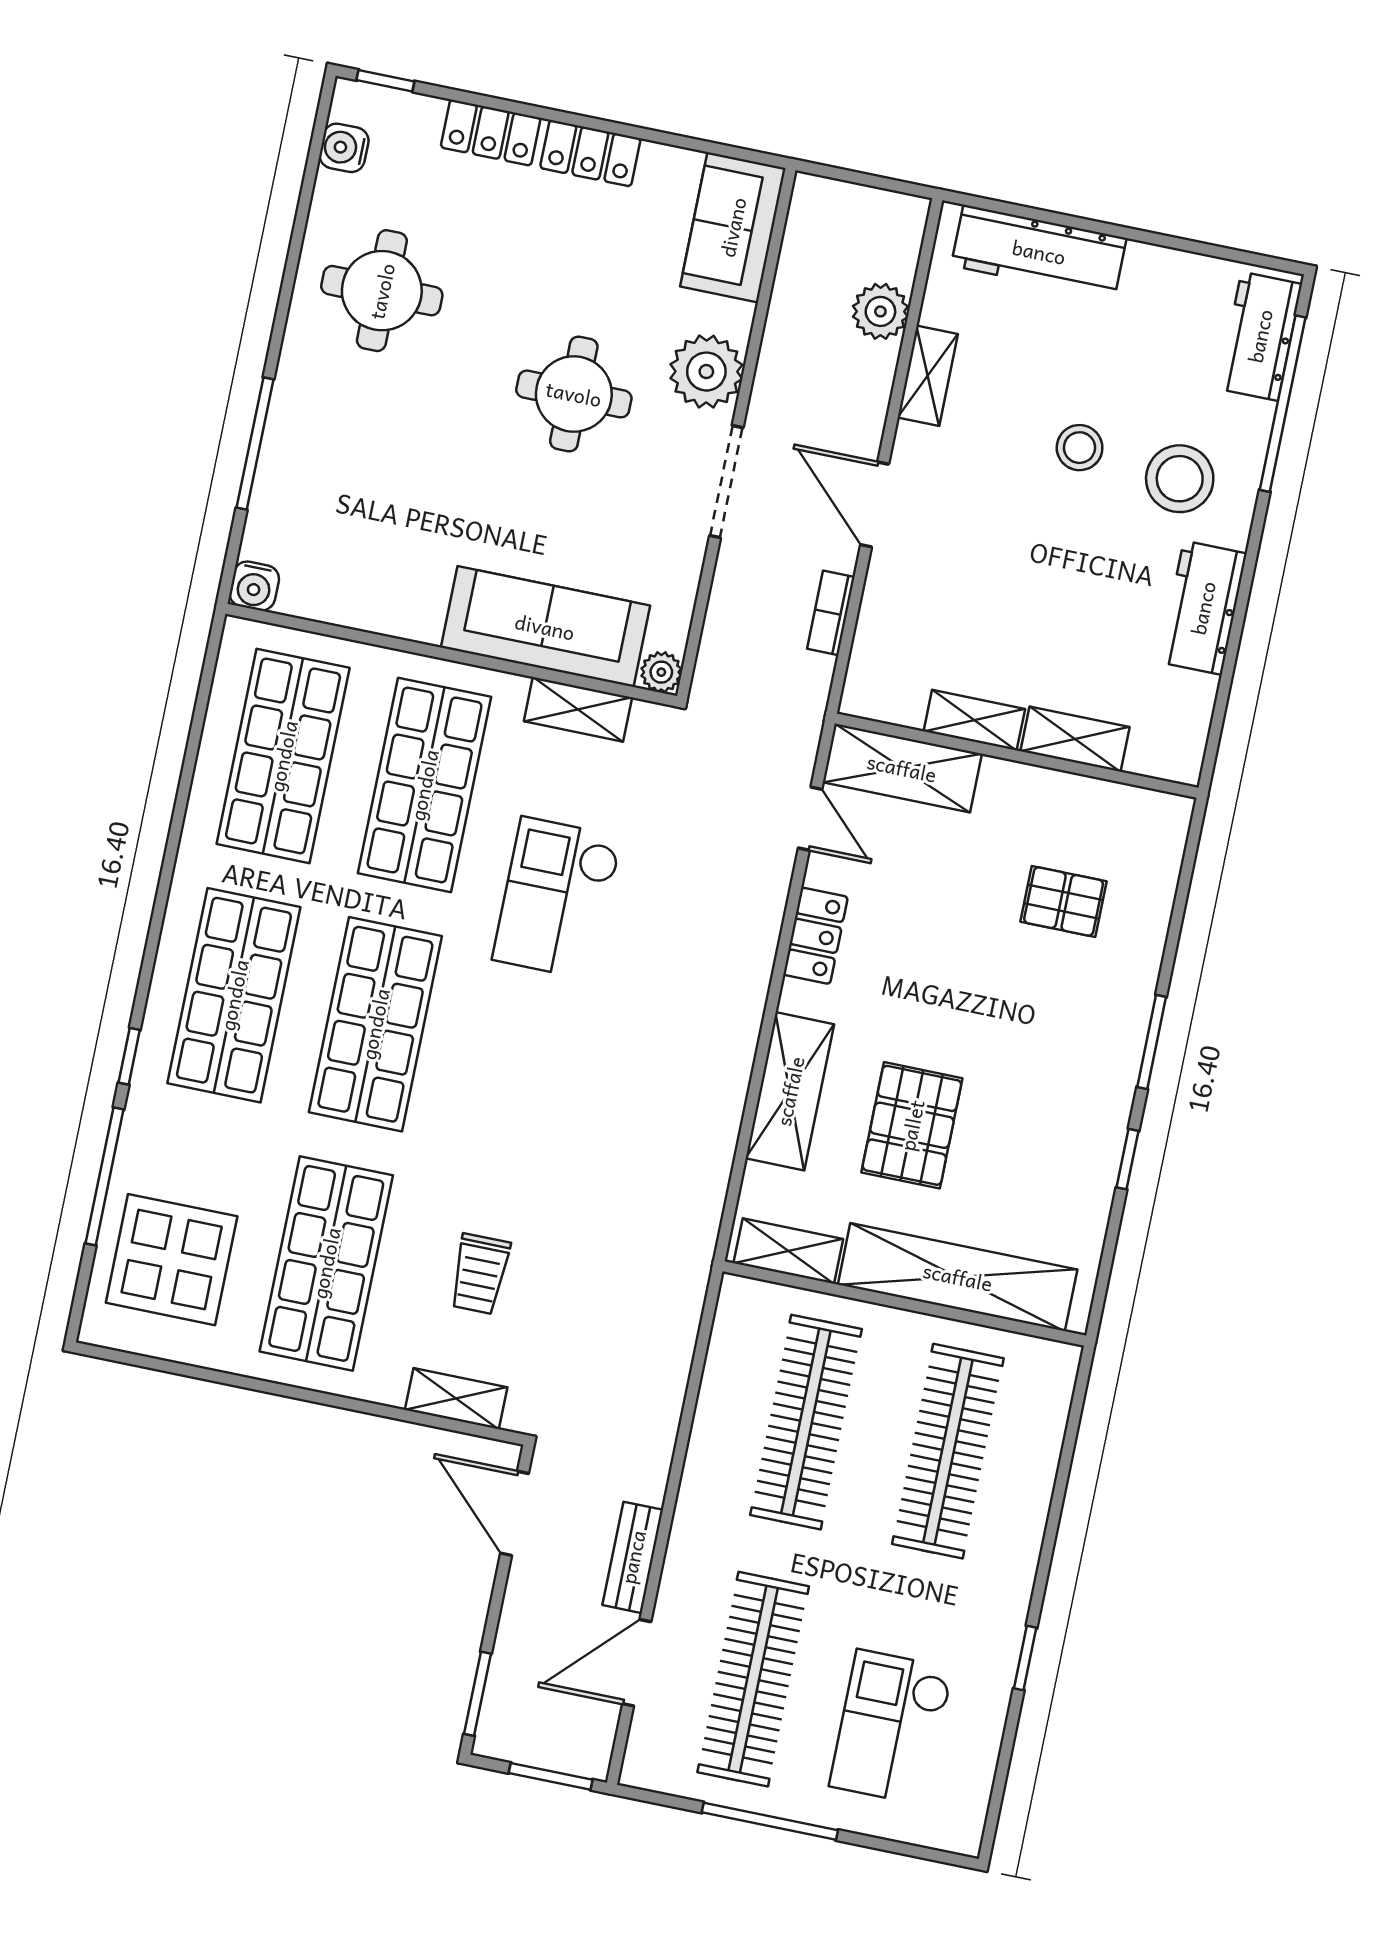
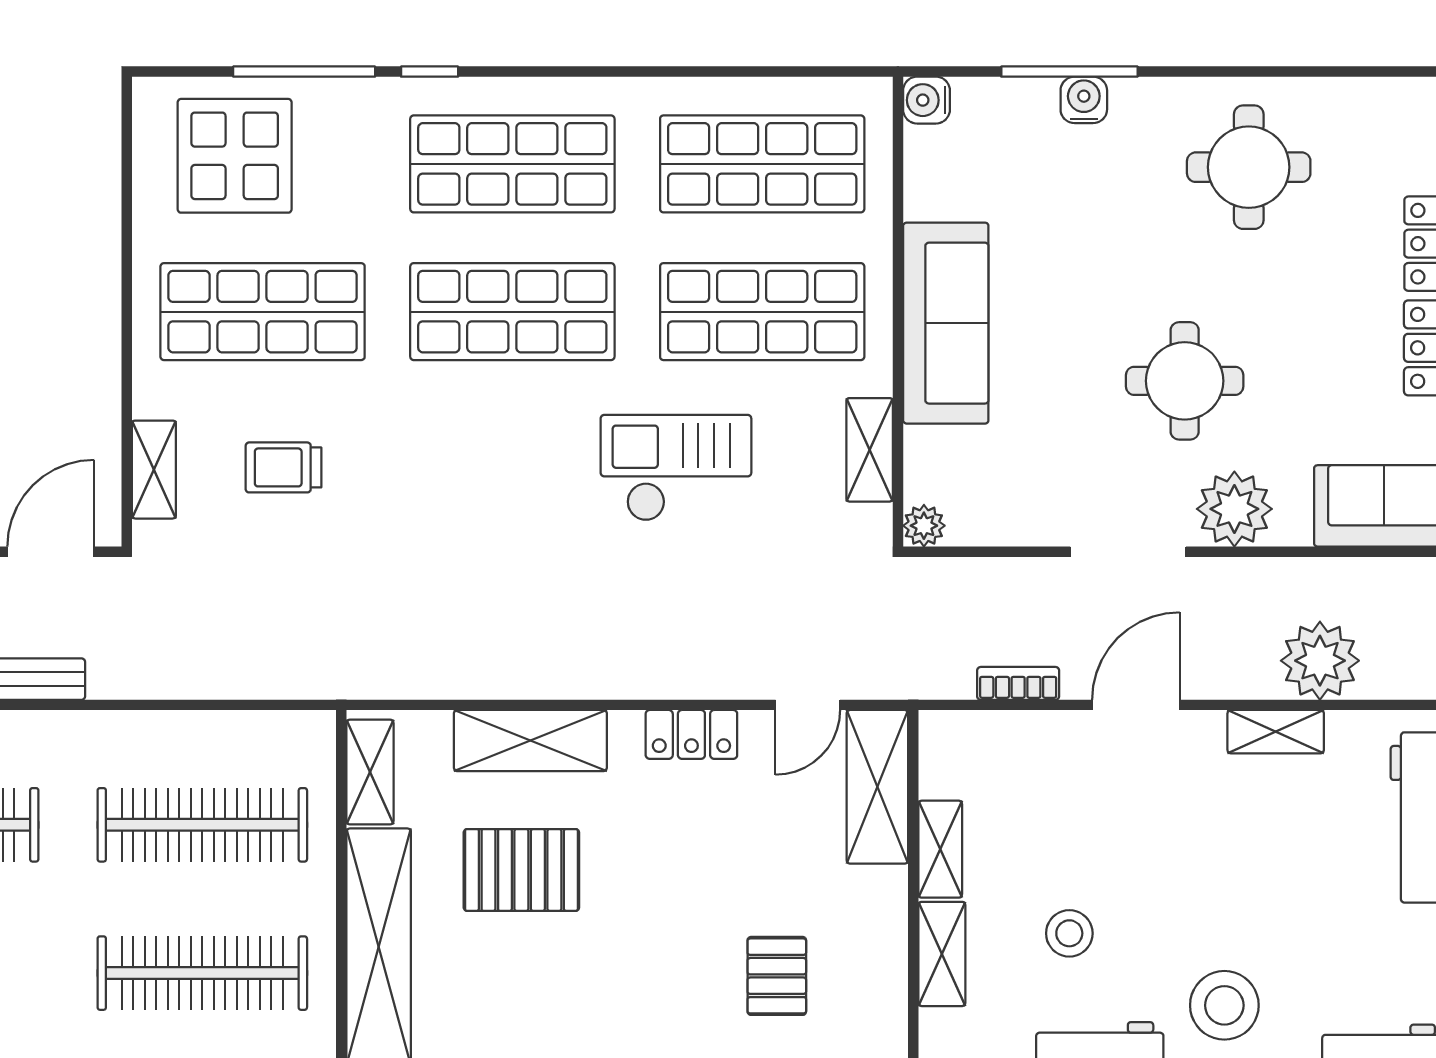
water cooler: (344, 148) -> (1084, 100), moved
plant: (880, 311) -> (1320, 661), width x1.36, depth x1.36
stool: (1080, 448) -> (1069, 933), moved
sofa: (545, 627) -> (946, 323), moved

